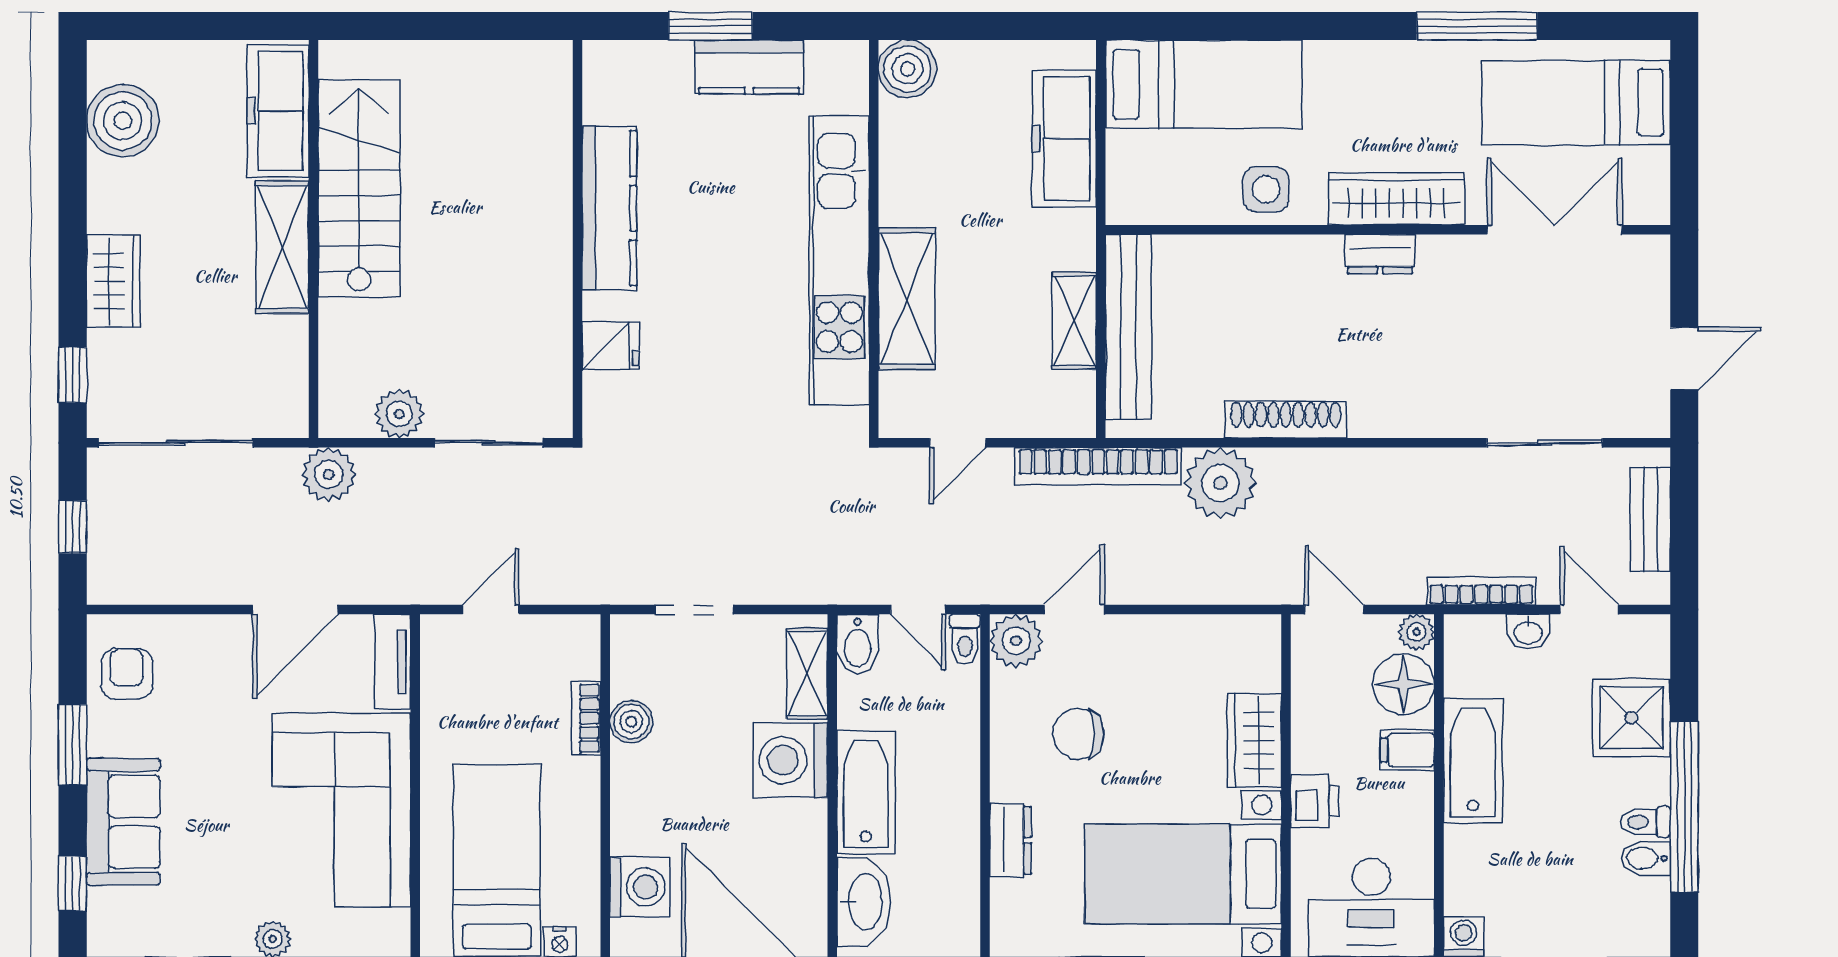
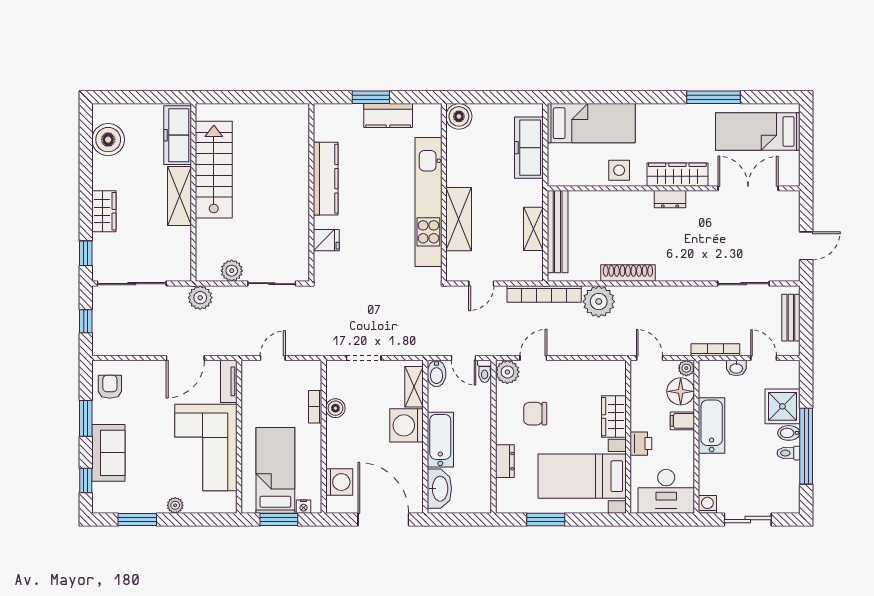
bidet: (1646, 858) -> (789, 433), moved

